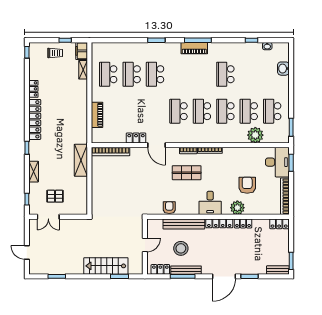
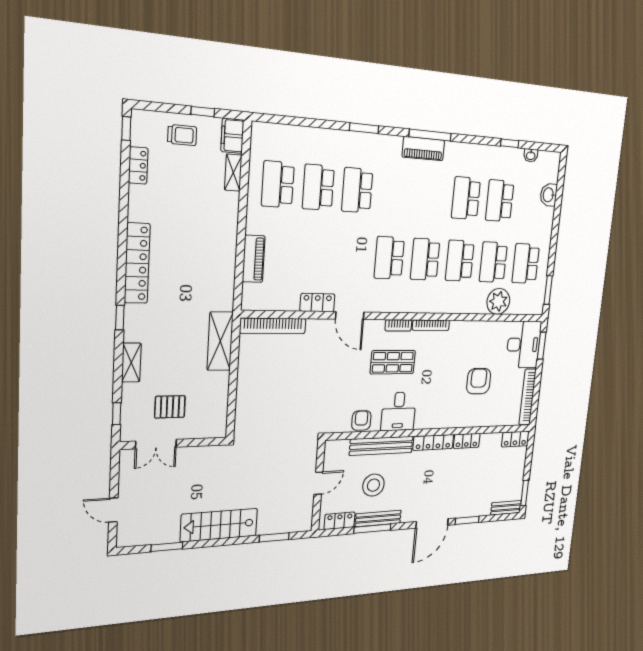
school desk: (249, 74) -> (500, 201), added
locker: (33, 89) -> (138, 165), moved
desk: (210, 203) -> (399, 411), moved
plant: (237, 208) -> (461, 417), removed
stairs: (106, 266) -> (219, 525), moved

